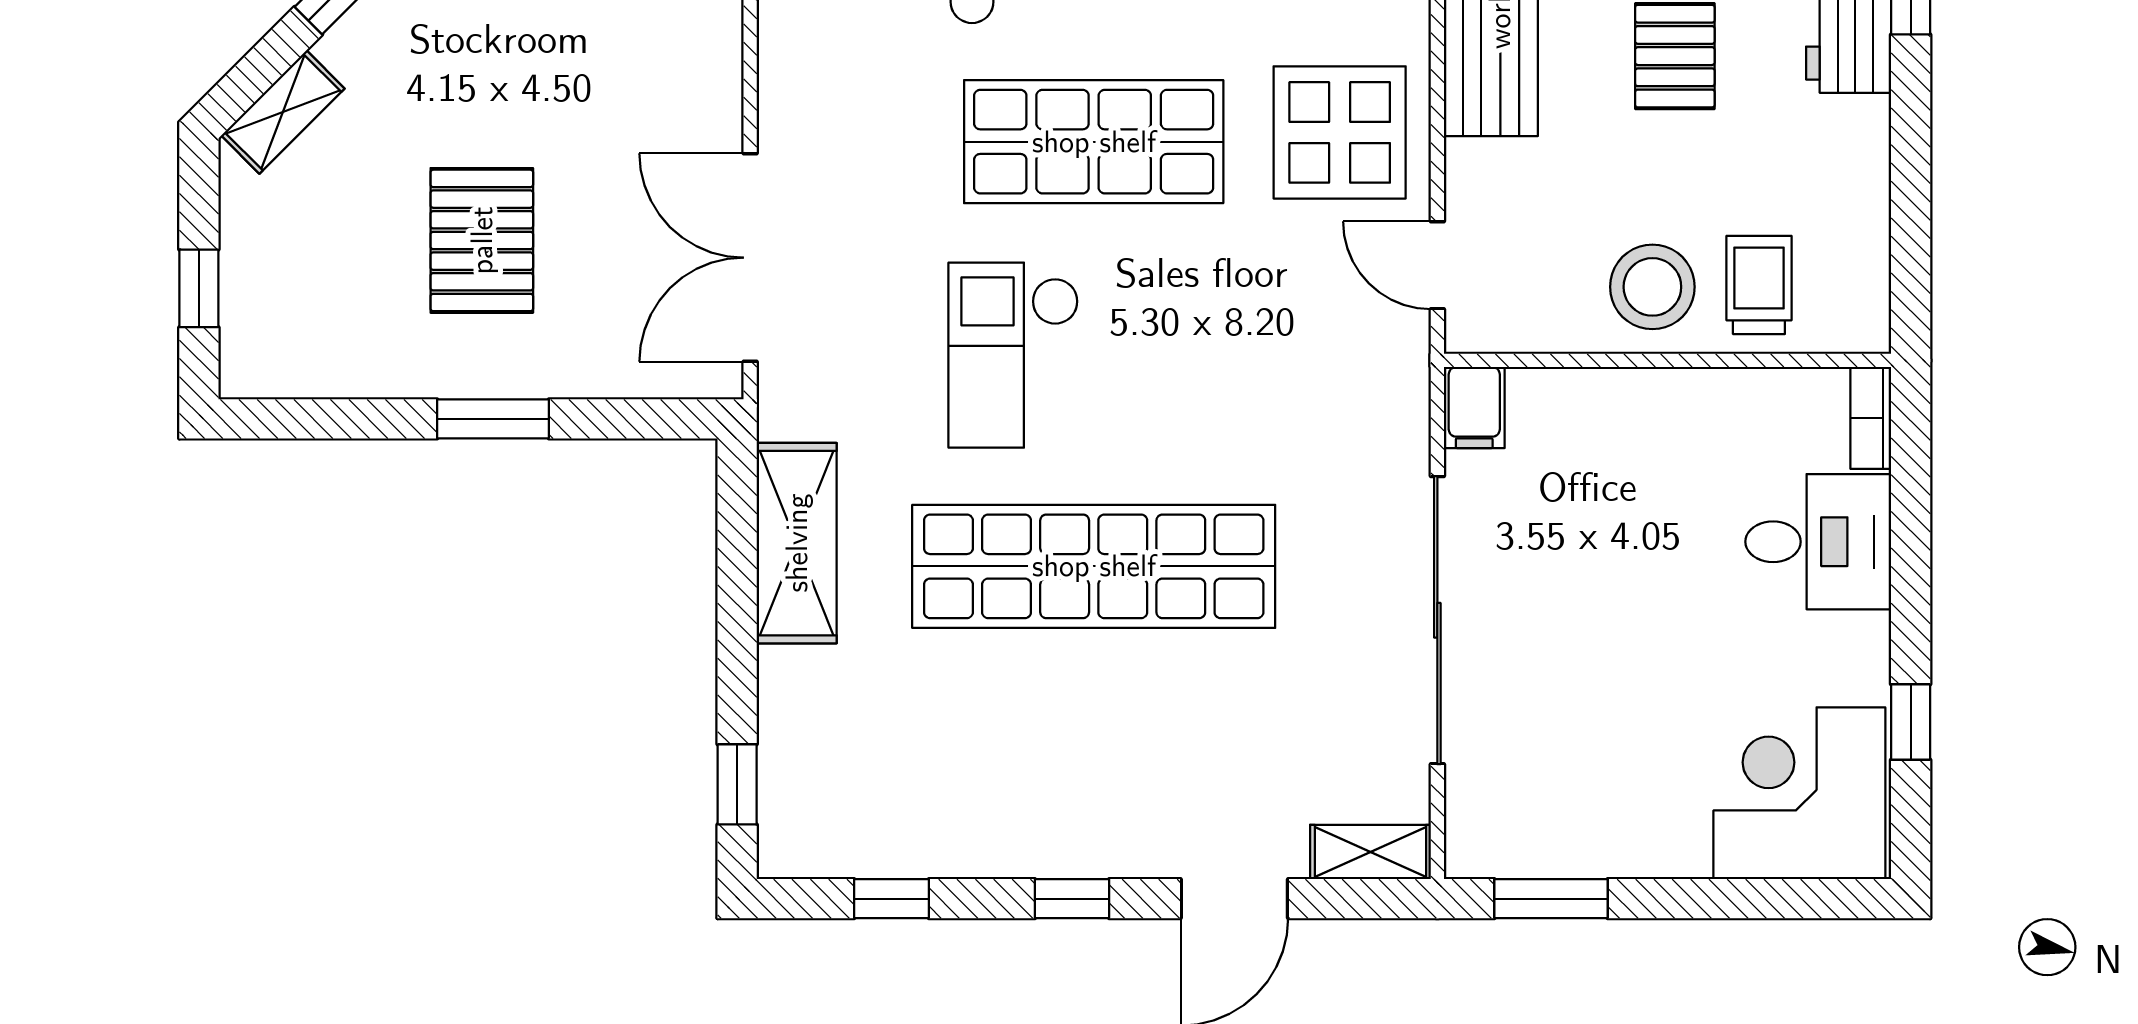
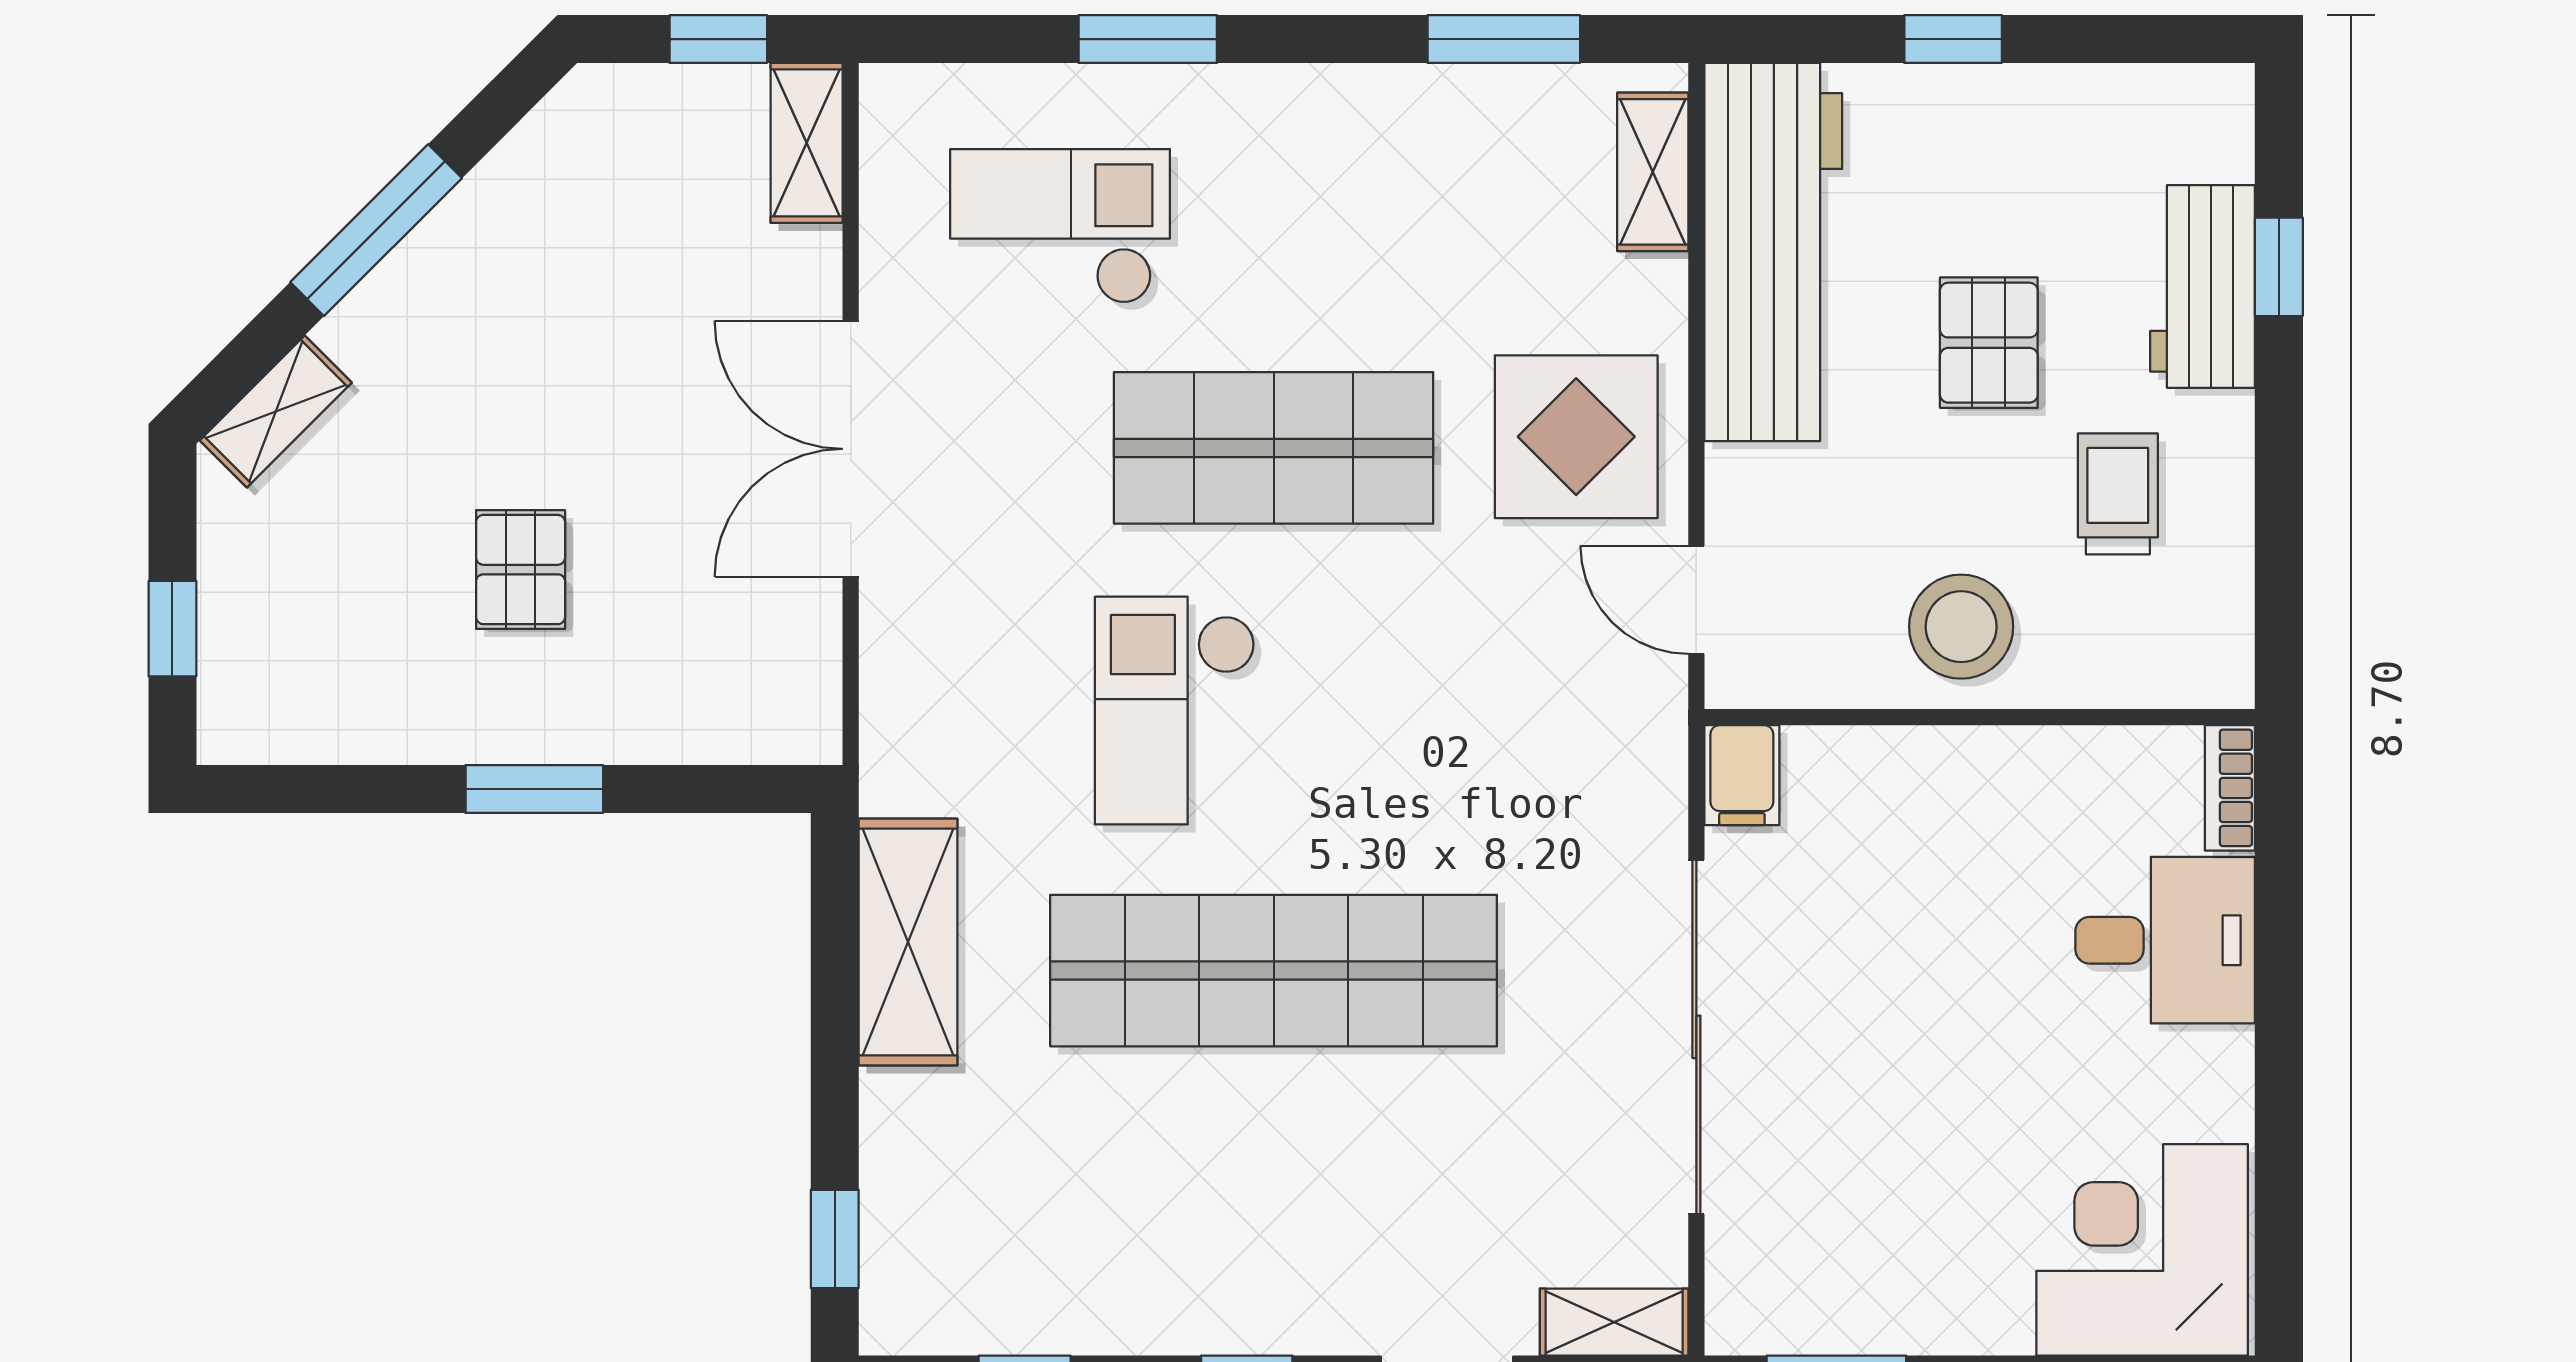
pallet: (482, 240) -> (521, 570), width x0.67, depth x0.71
double door: (750, 258) -> (851, 449), moved
trolley: (1759, 285) -> (2118, 494), moved
window: (1911, 722) -> (2279, 1162), removed

